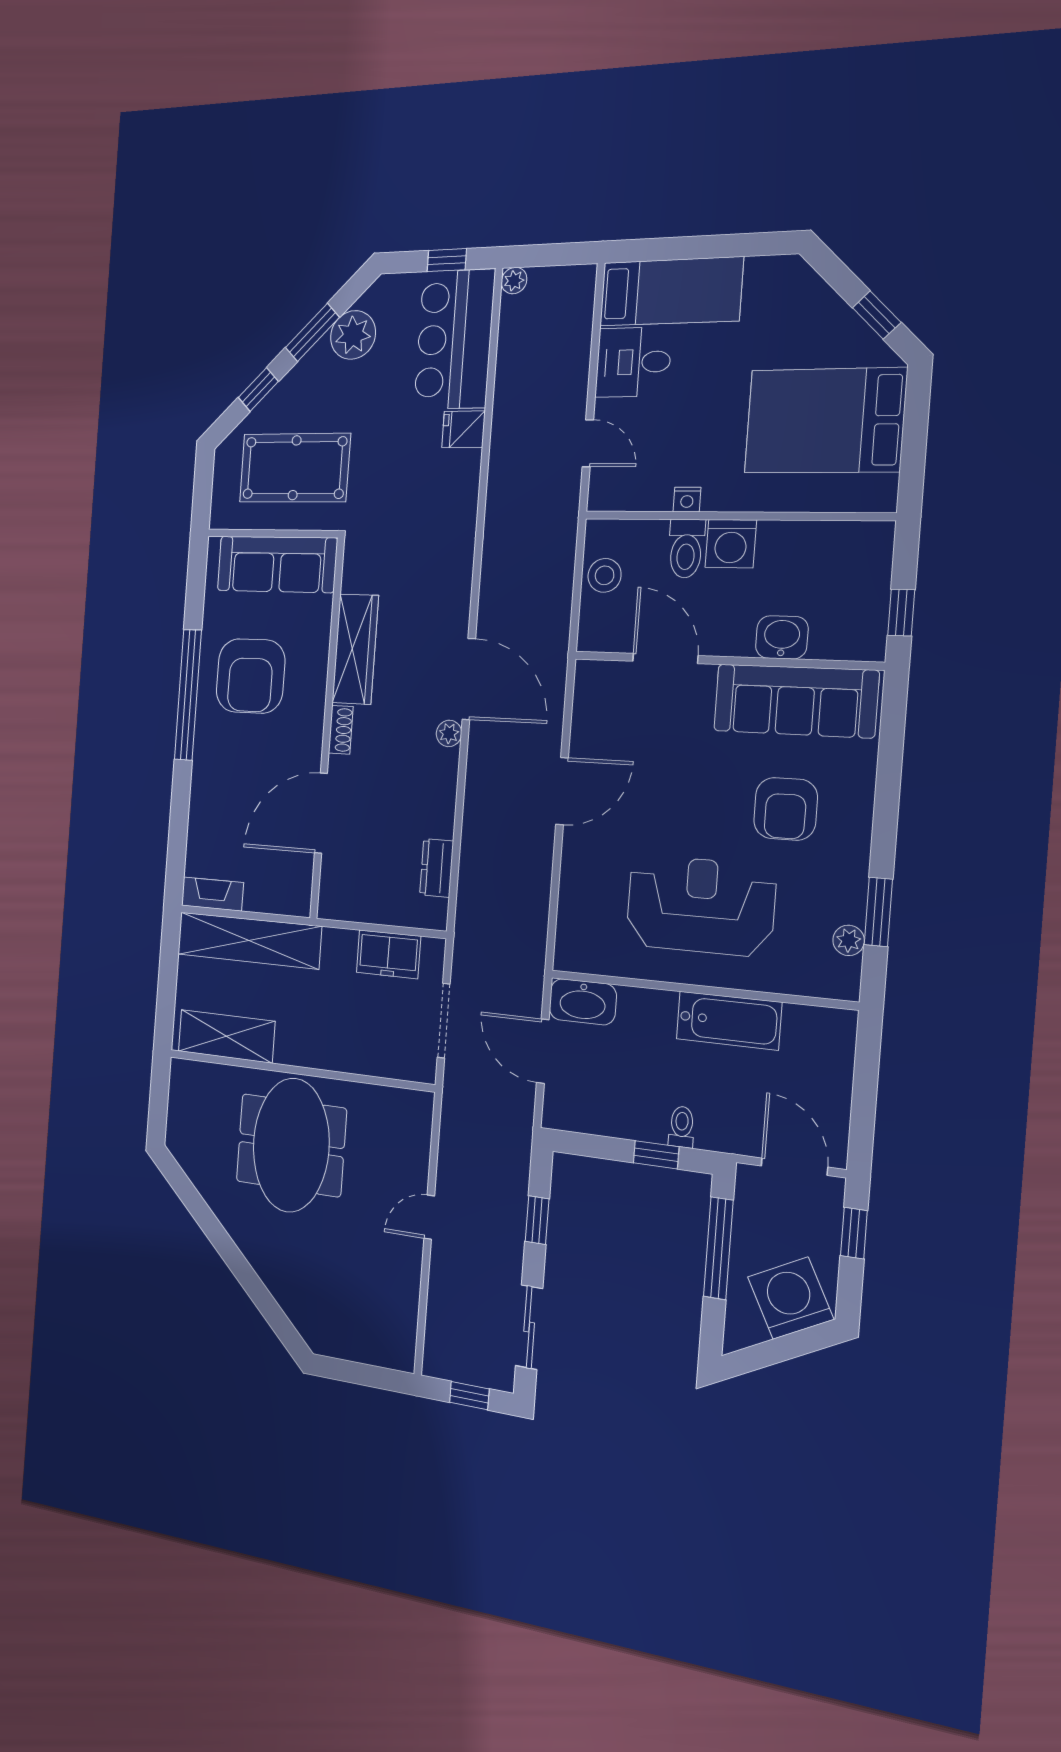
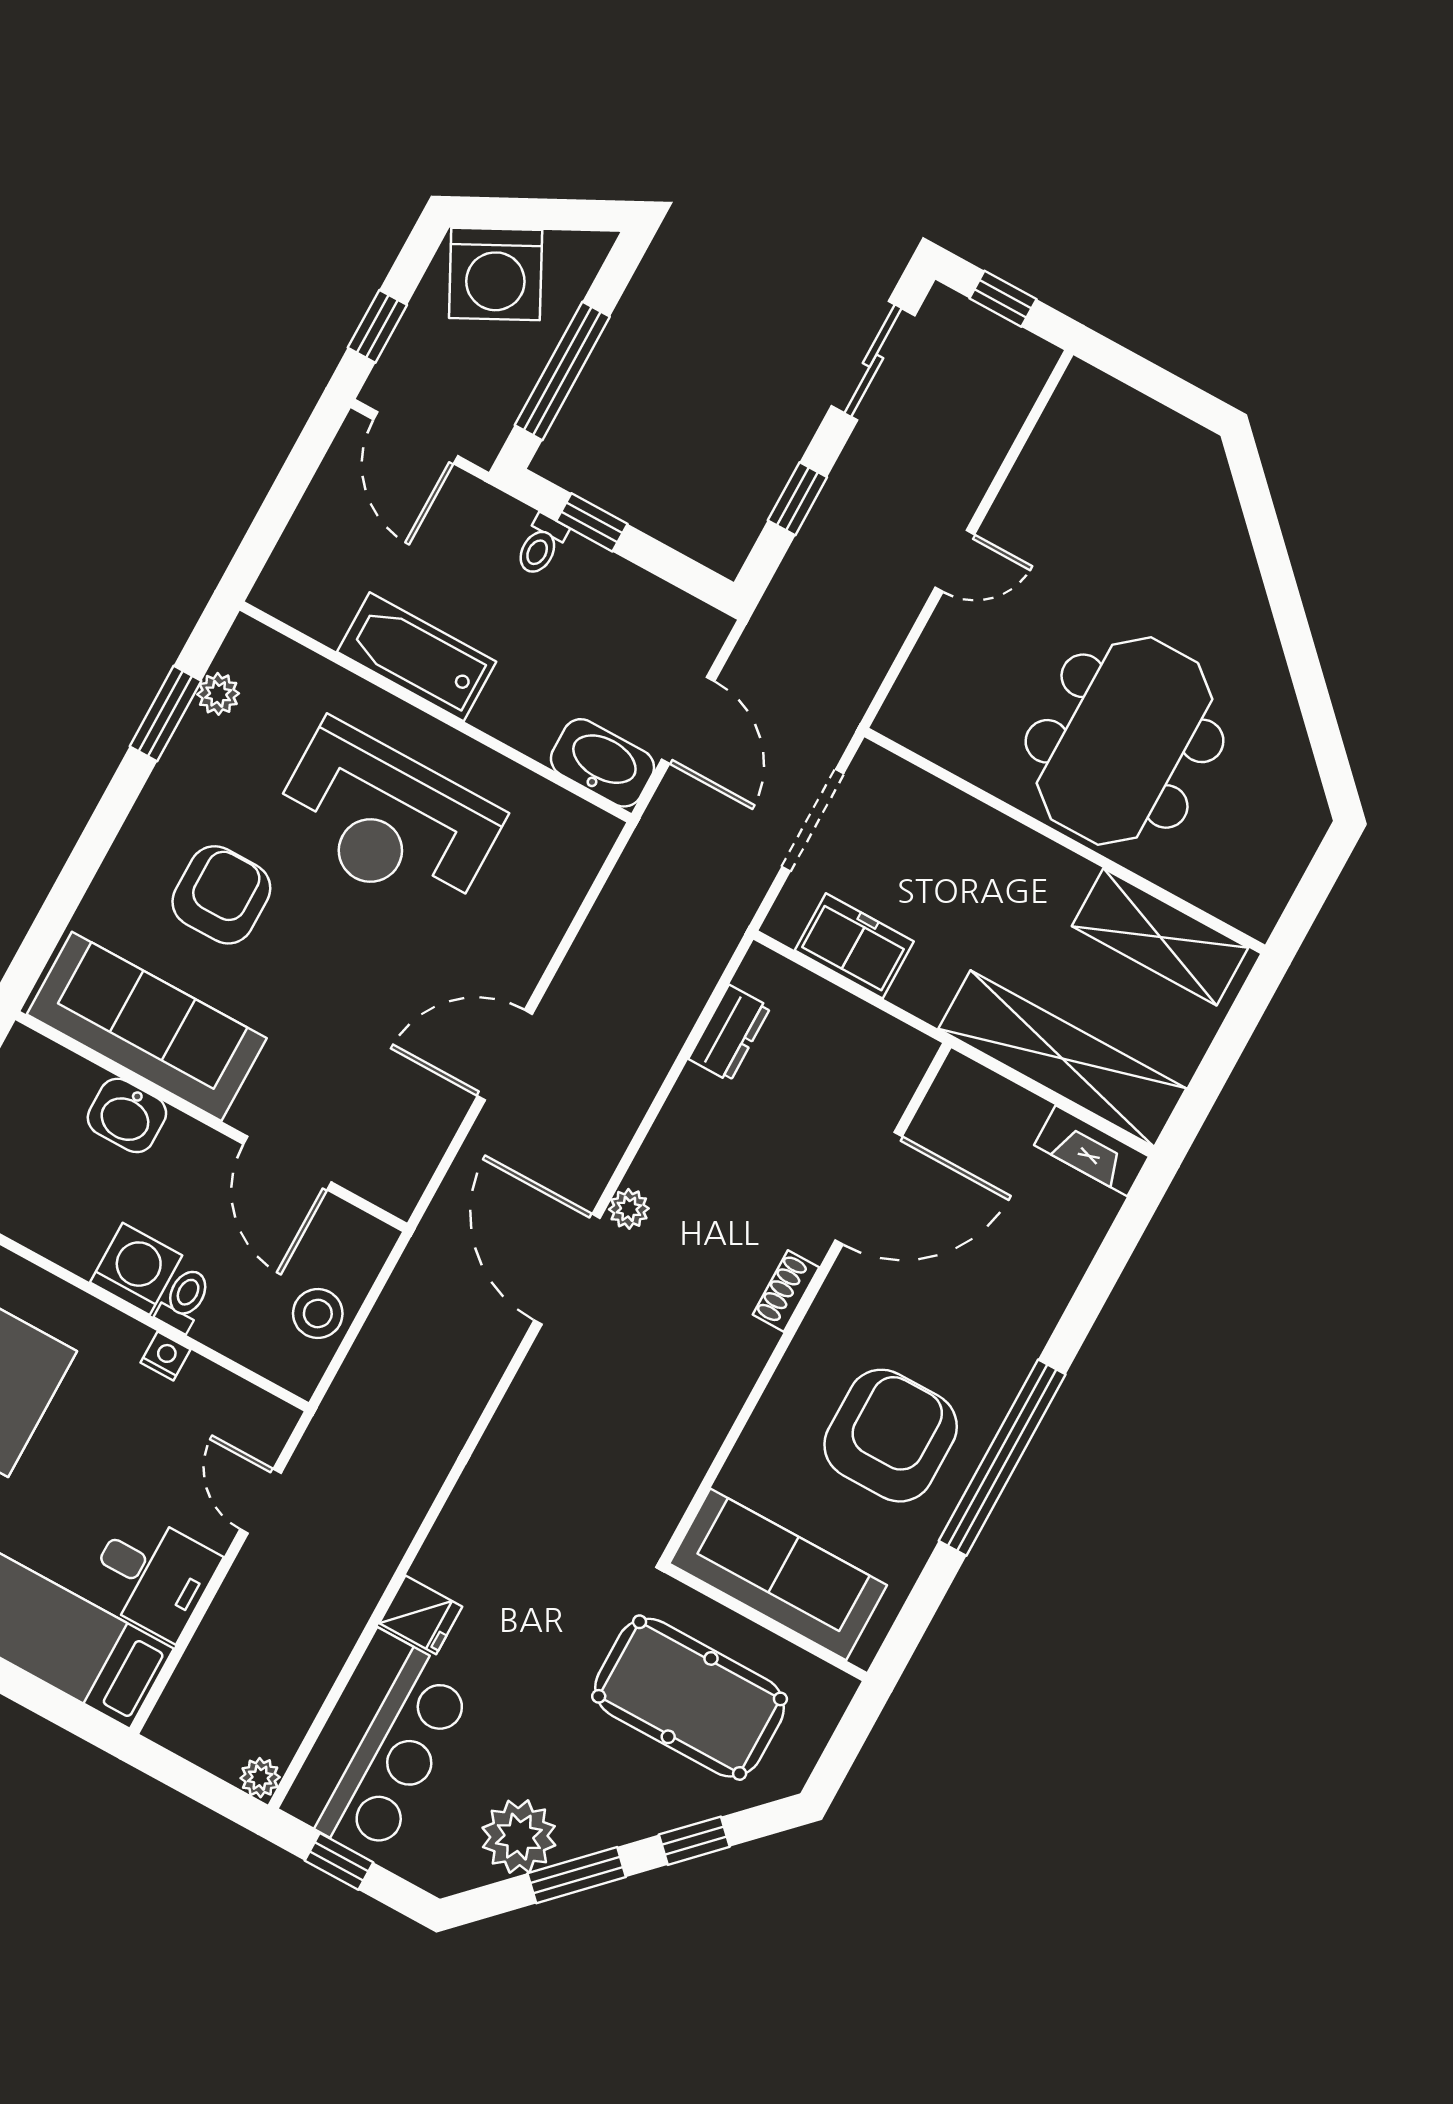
toilet: (686, 549) -> (184, 1300), width x0.73, depth x0.72
wardrobe: (355, 649) -> (714, 1393), removed

